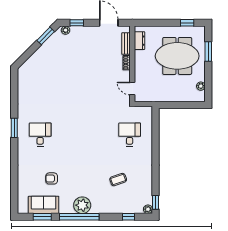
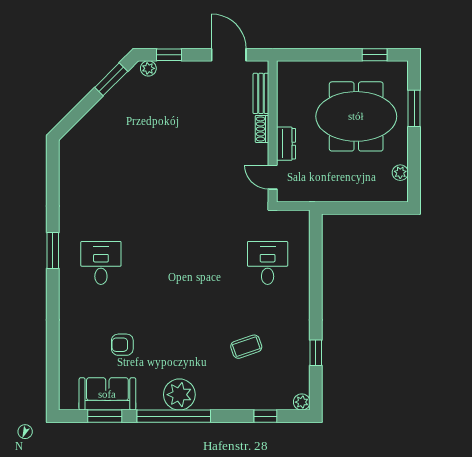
dresser: (139, 41) -> (286, 144), moved
window: (155, 202) -> (316, 353), moved

